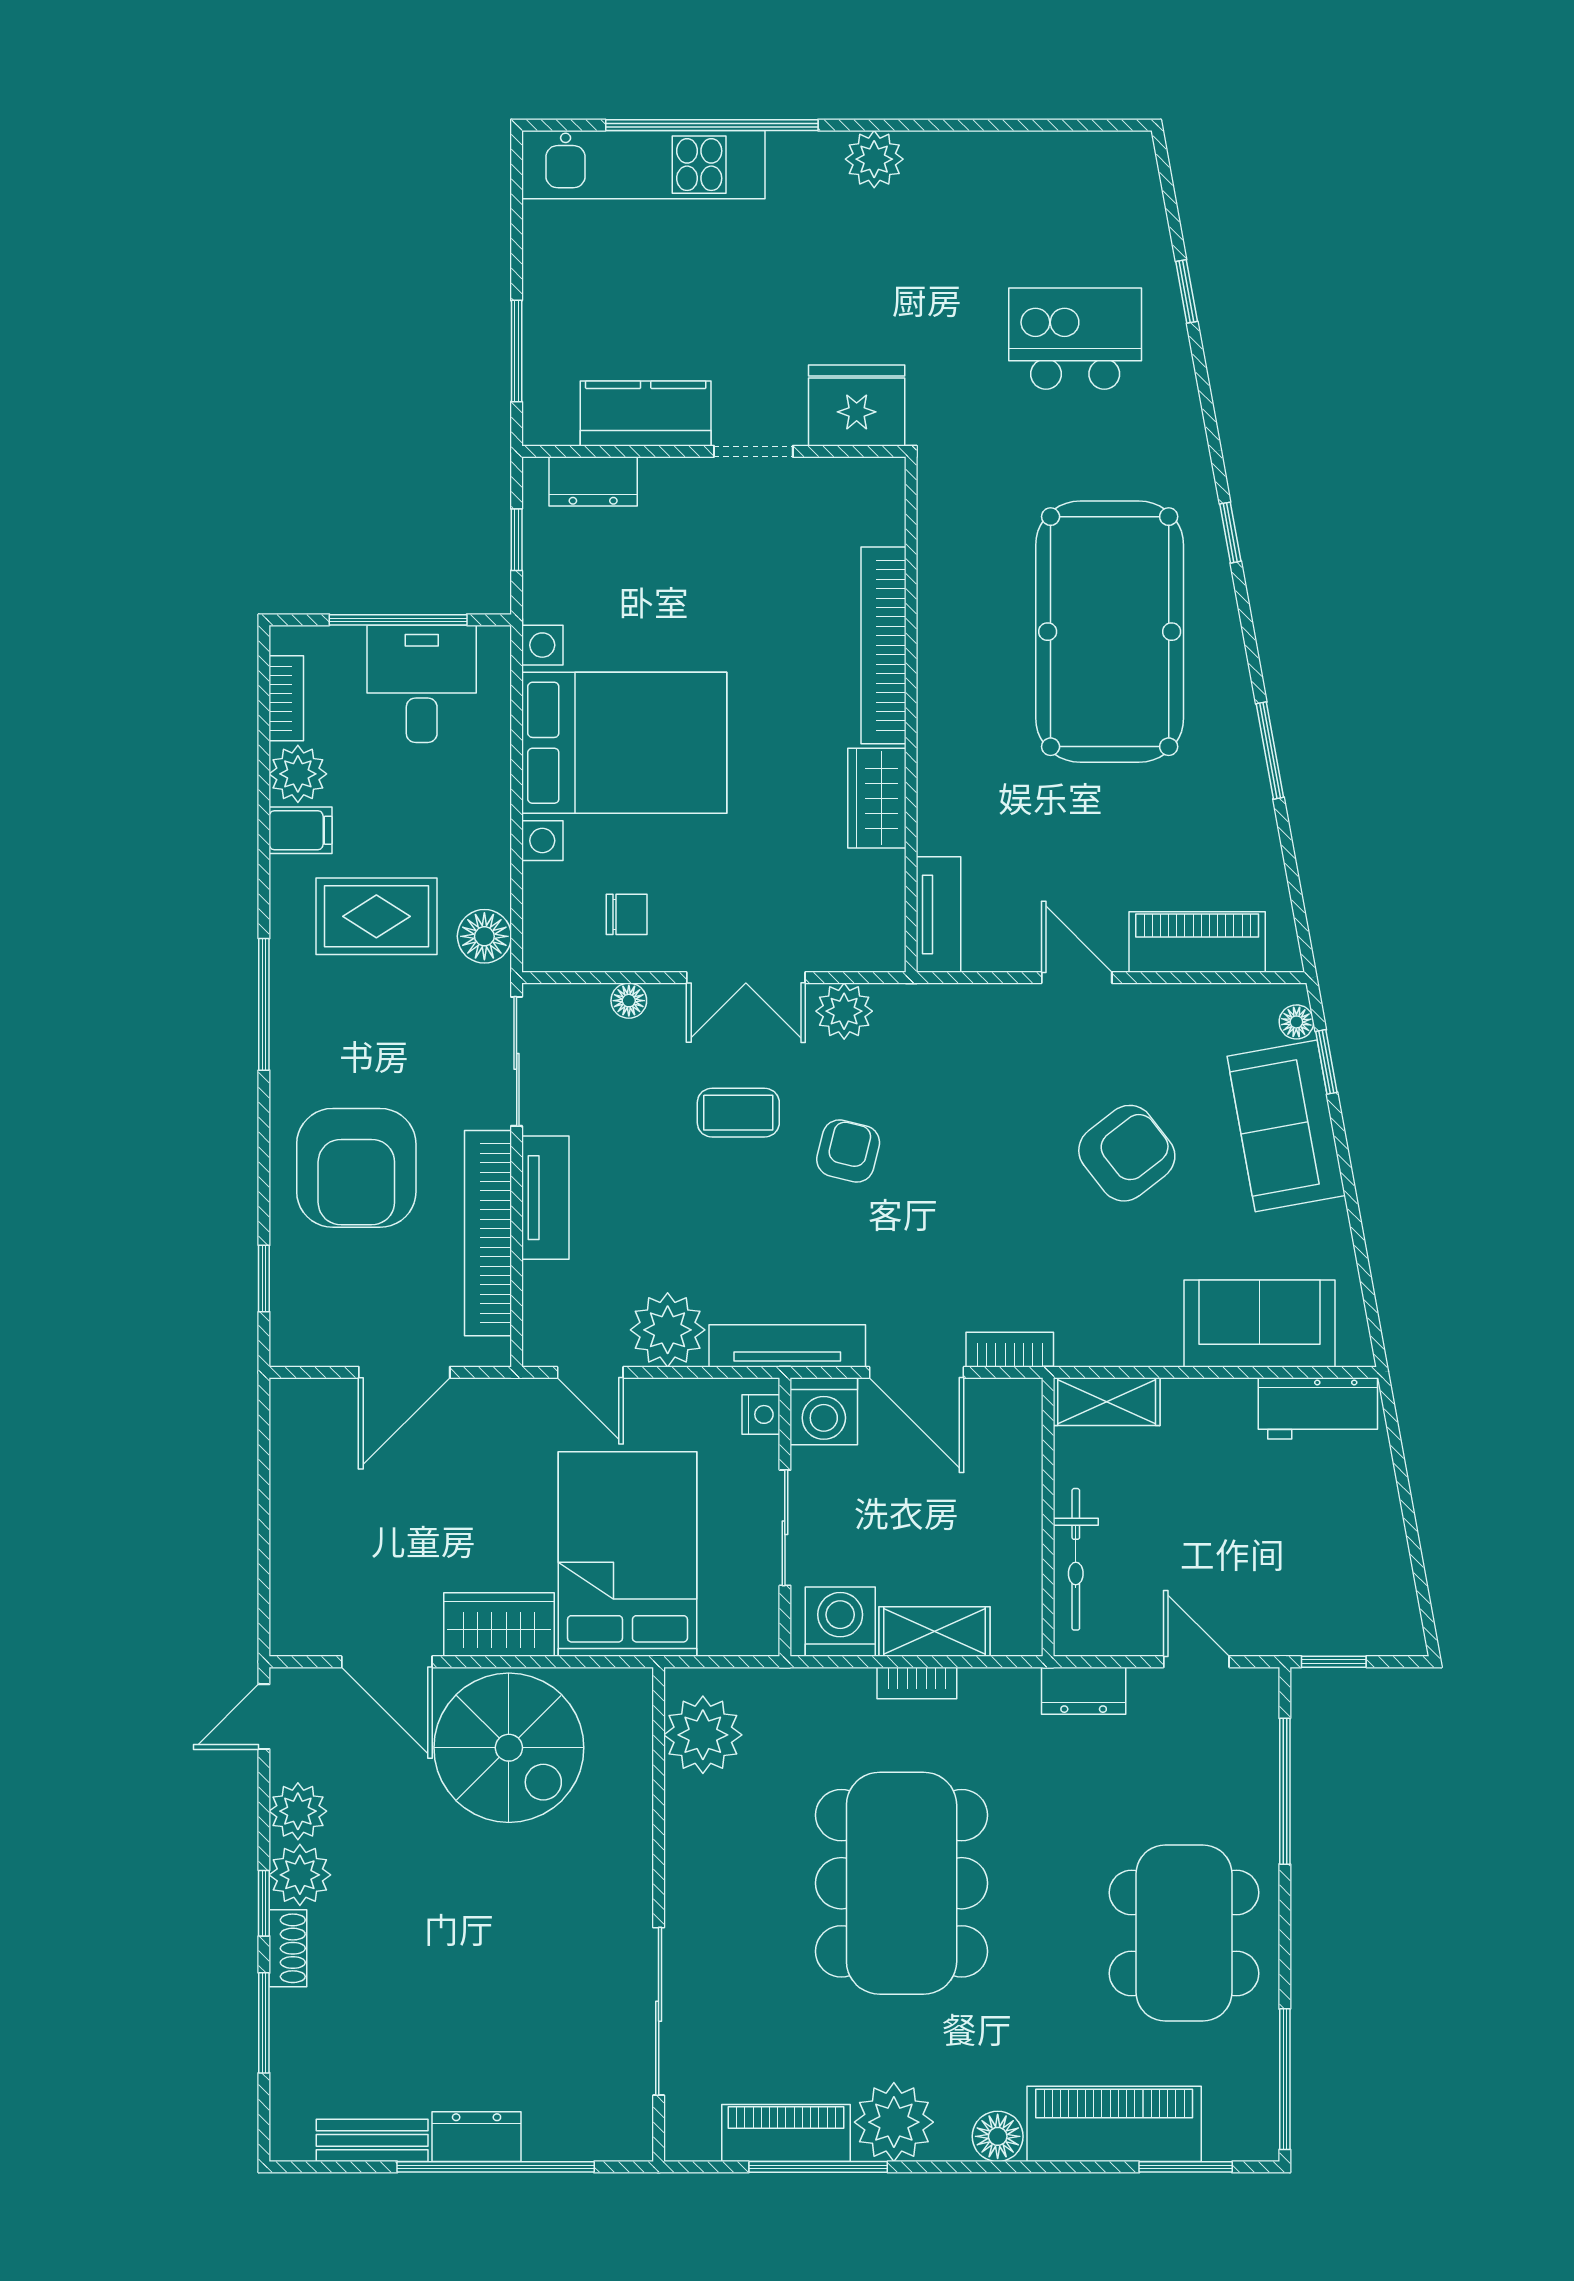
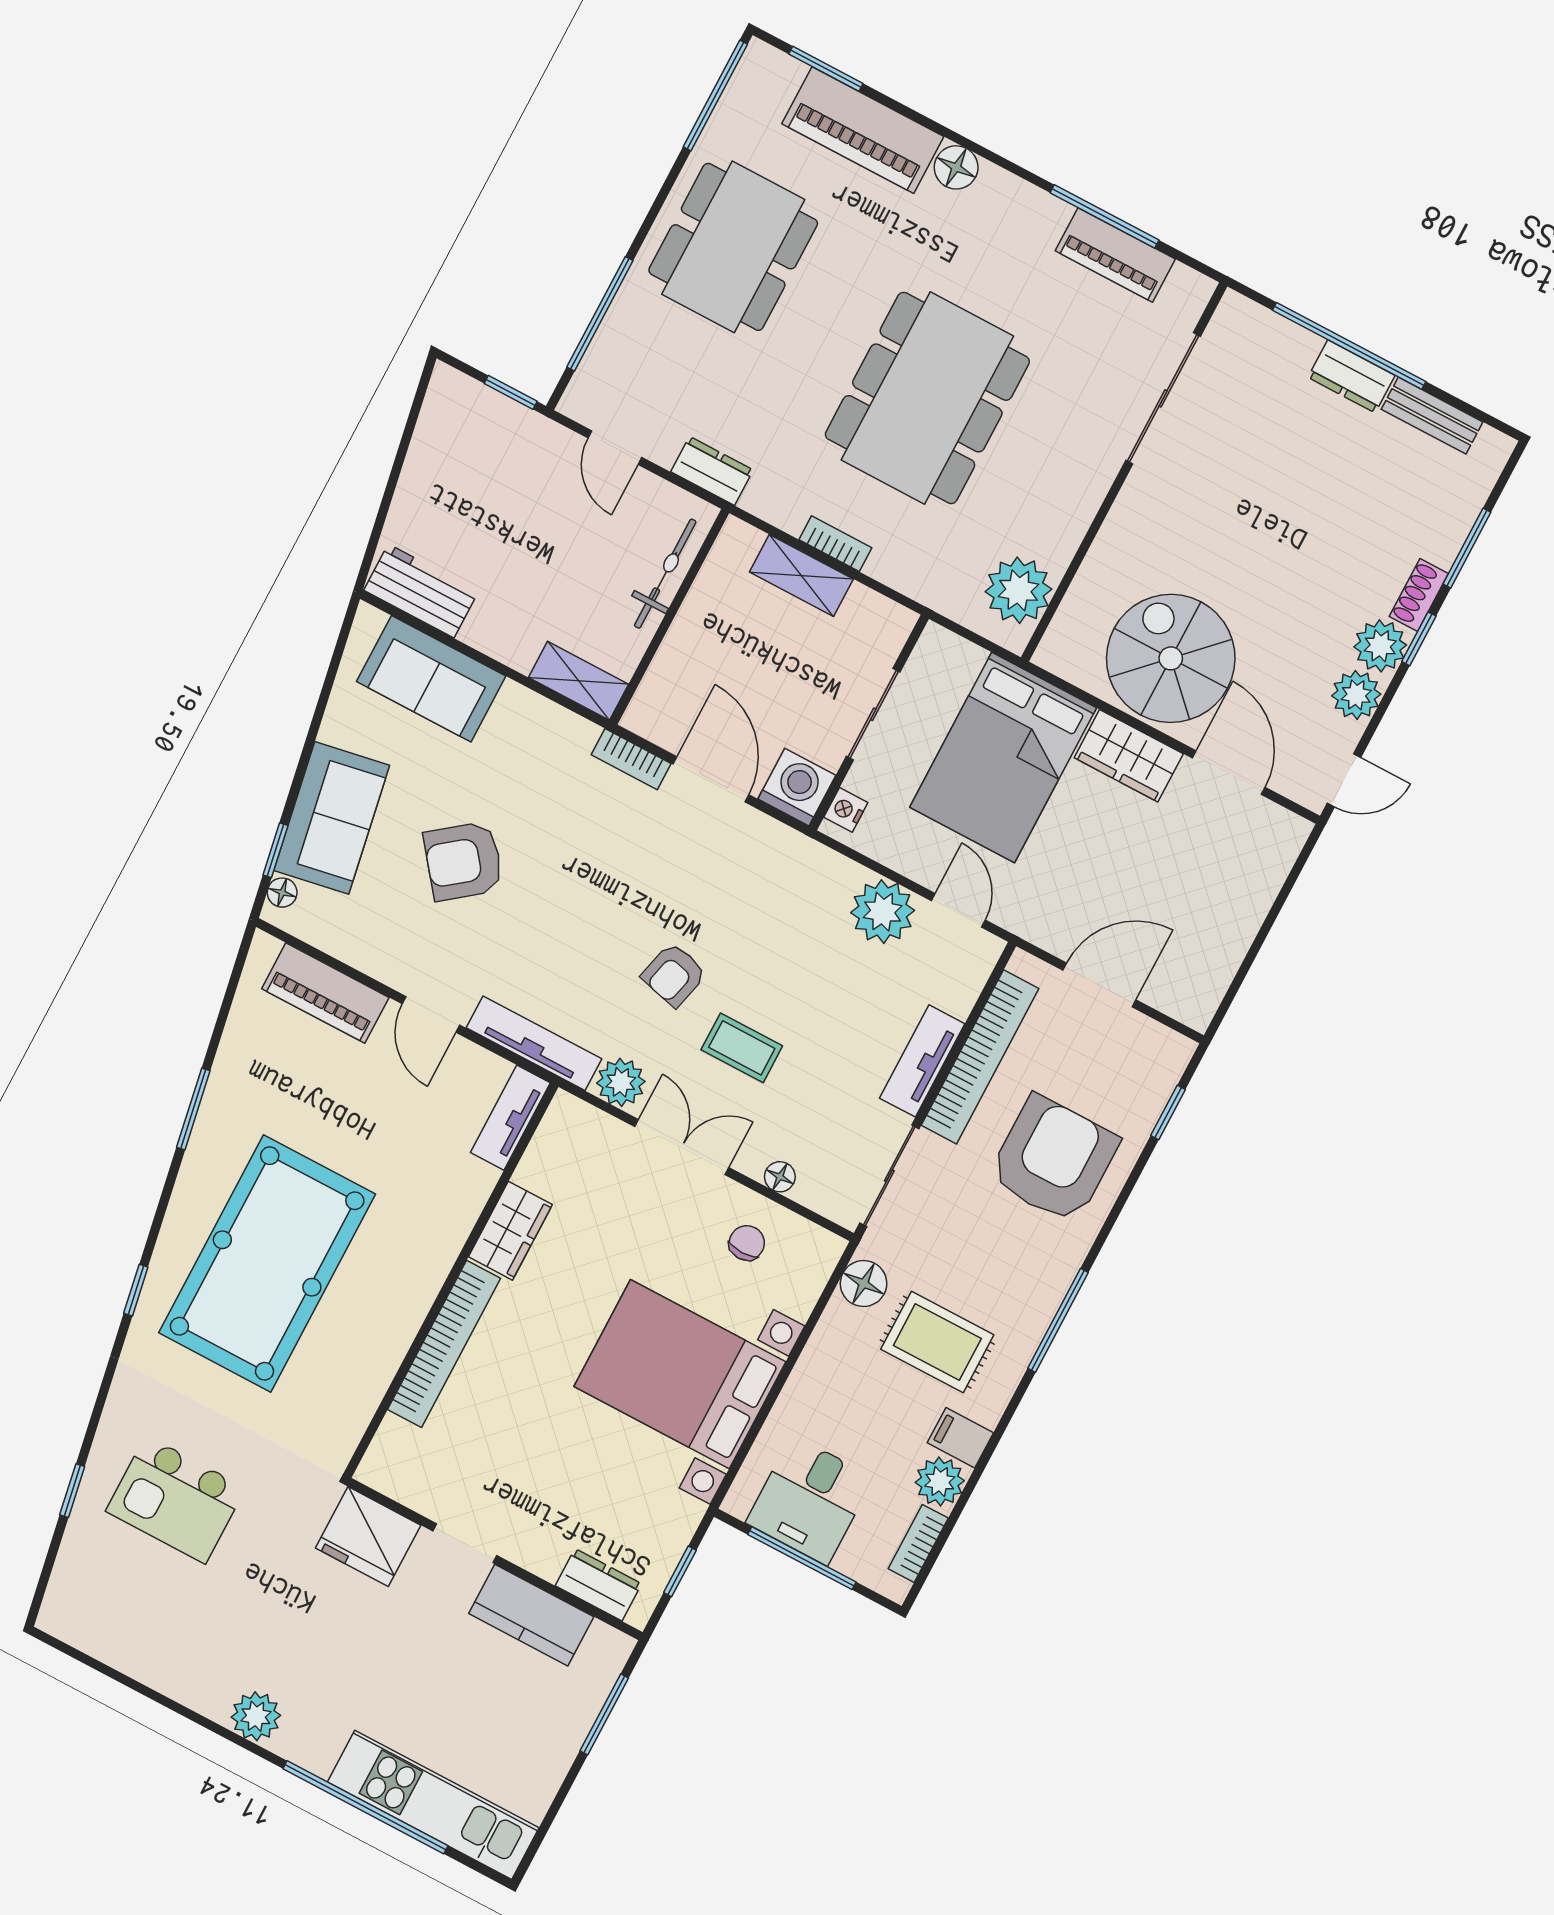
chair: (627, 914) -> (747, 1243), turned 90
tv unit: (787, 1346) -> (534, 1043), moved, turned 180
washing machine: (840, 1622) -> (869, 621), removed
plant: (894, 2122) -> (1029, 220), removed

